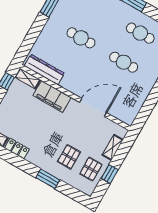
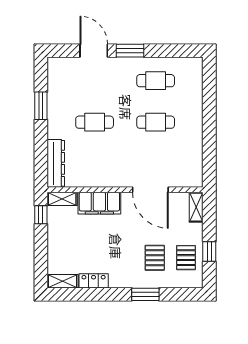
dresser: (44, 70) -> (56, 163), moved, turned 90
door: (93, 107) -> (150, 190), swing flipped
shelving: (113, 147) -> (196, 207), moved

